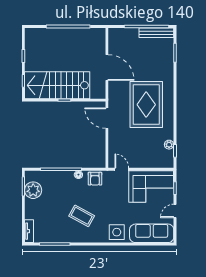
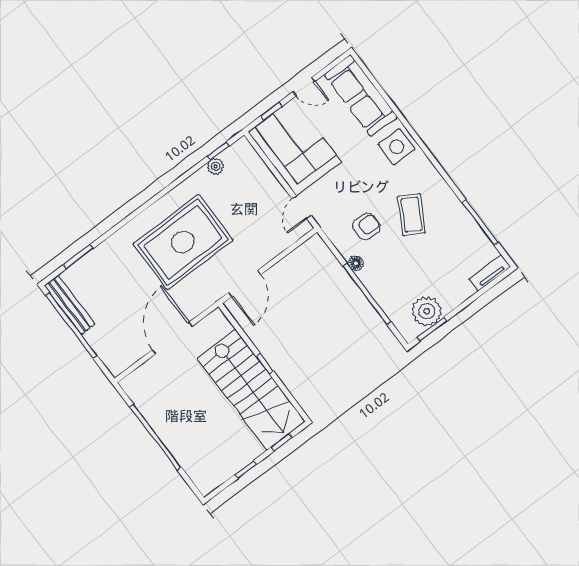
armchair: (95, 179) -> (366, 226), moved

